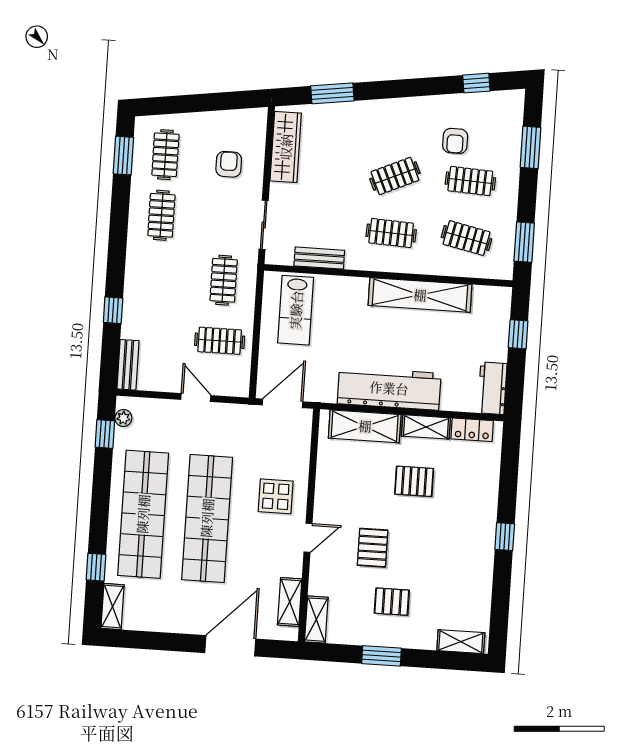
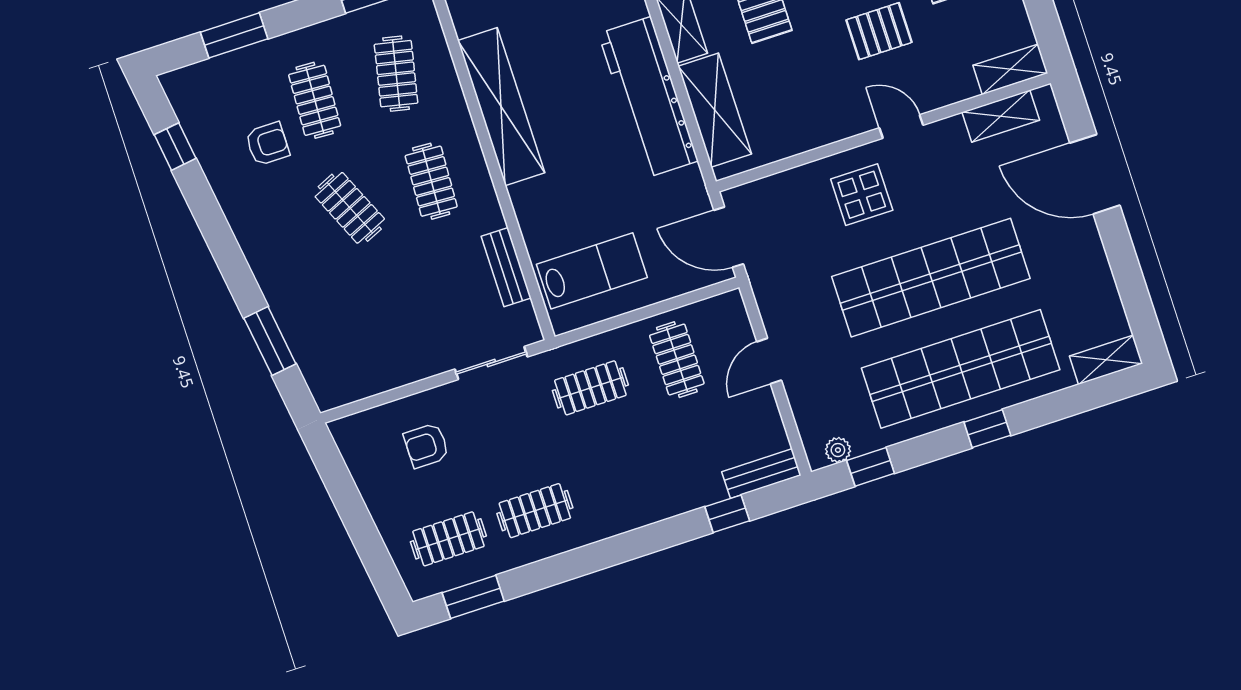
wardrobe: (286, 147) -> (371, 376), removed
window: (113, 310) -> (727, 514), moved
window: (96, 567) -> (987, 429), moved

